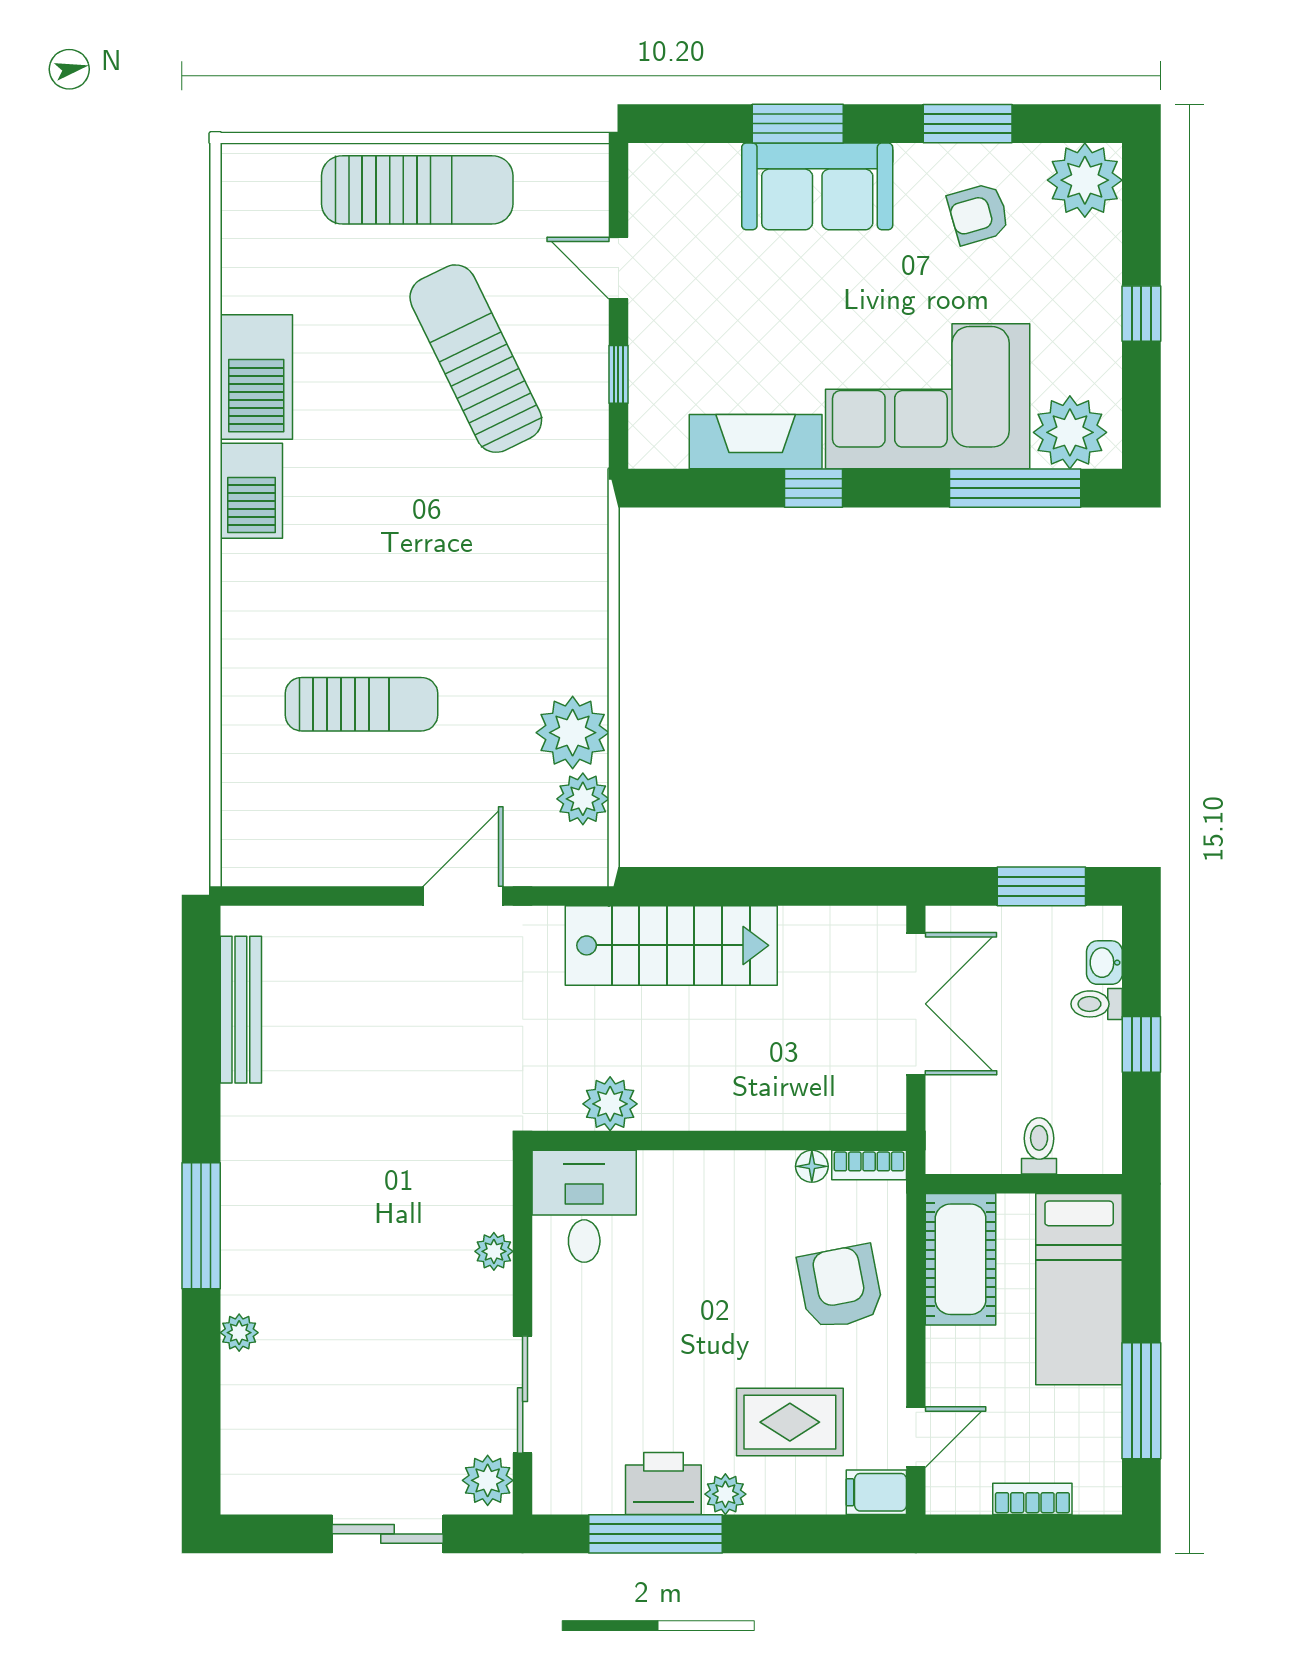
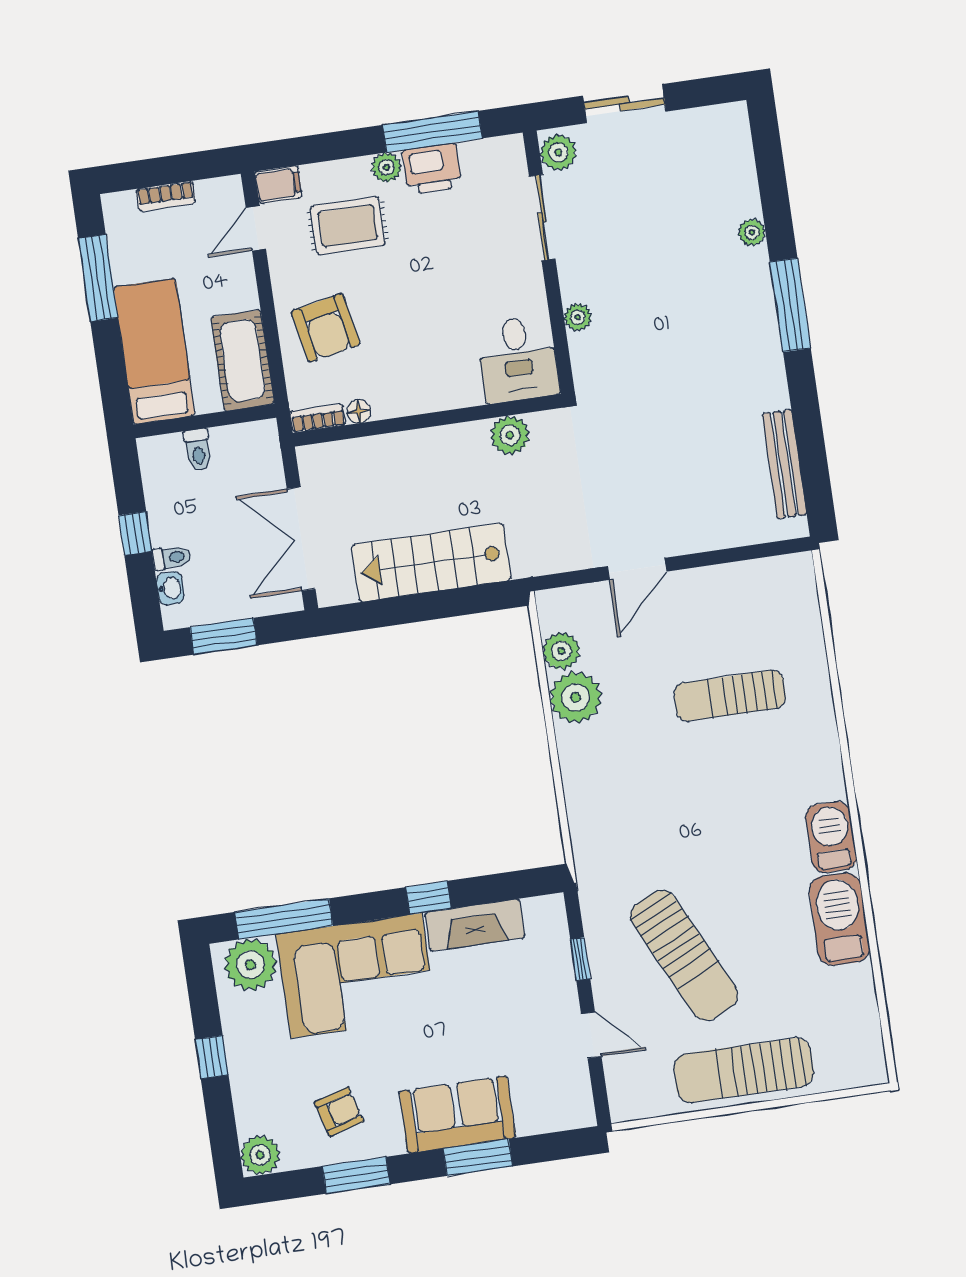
plant: (1085, 180) -> (260, 1155), width x0.73, depth x0.73
stairs: (671, 945) -> (431, 563), moved

